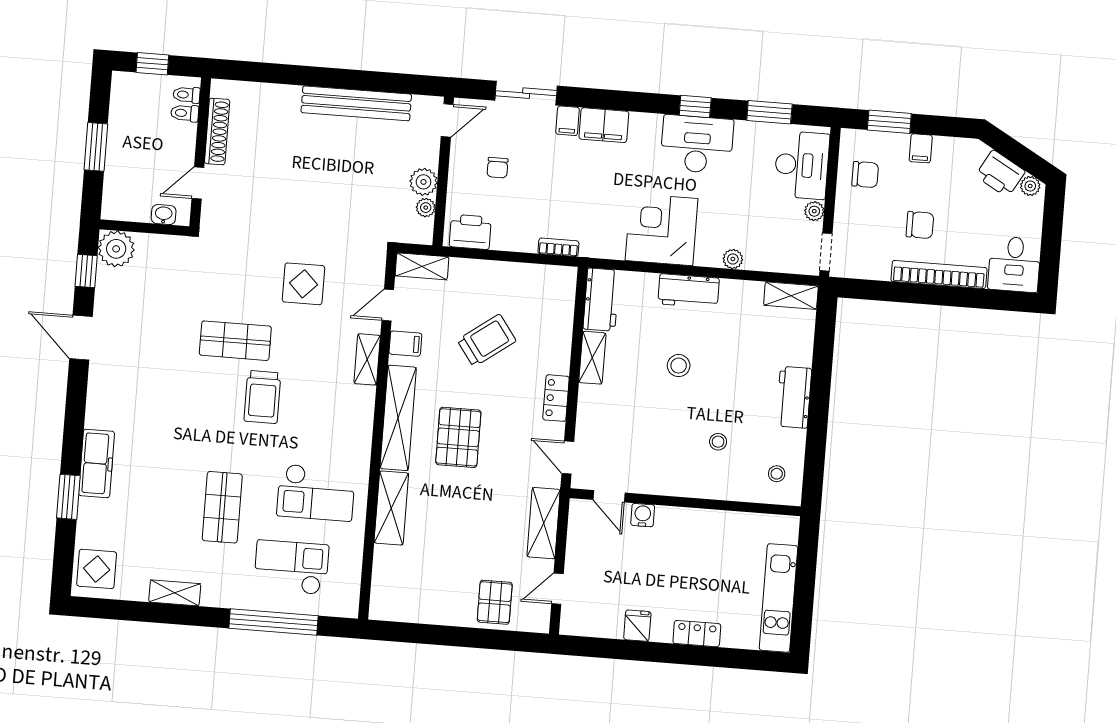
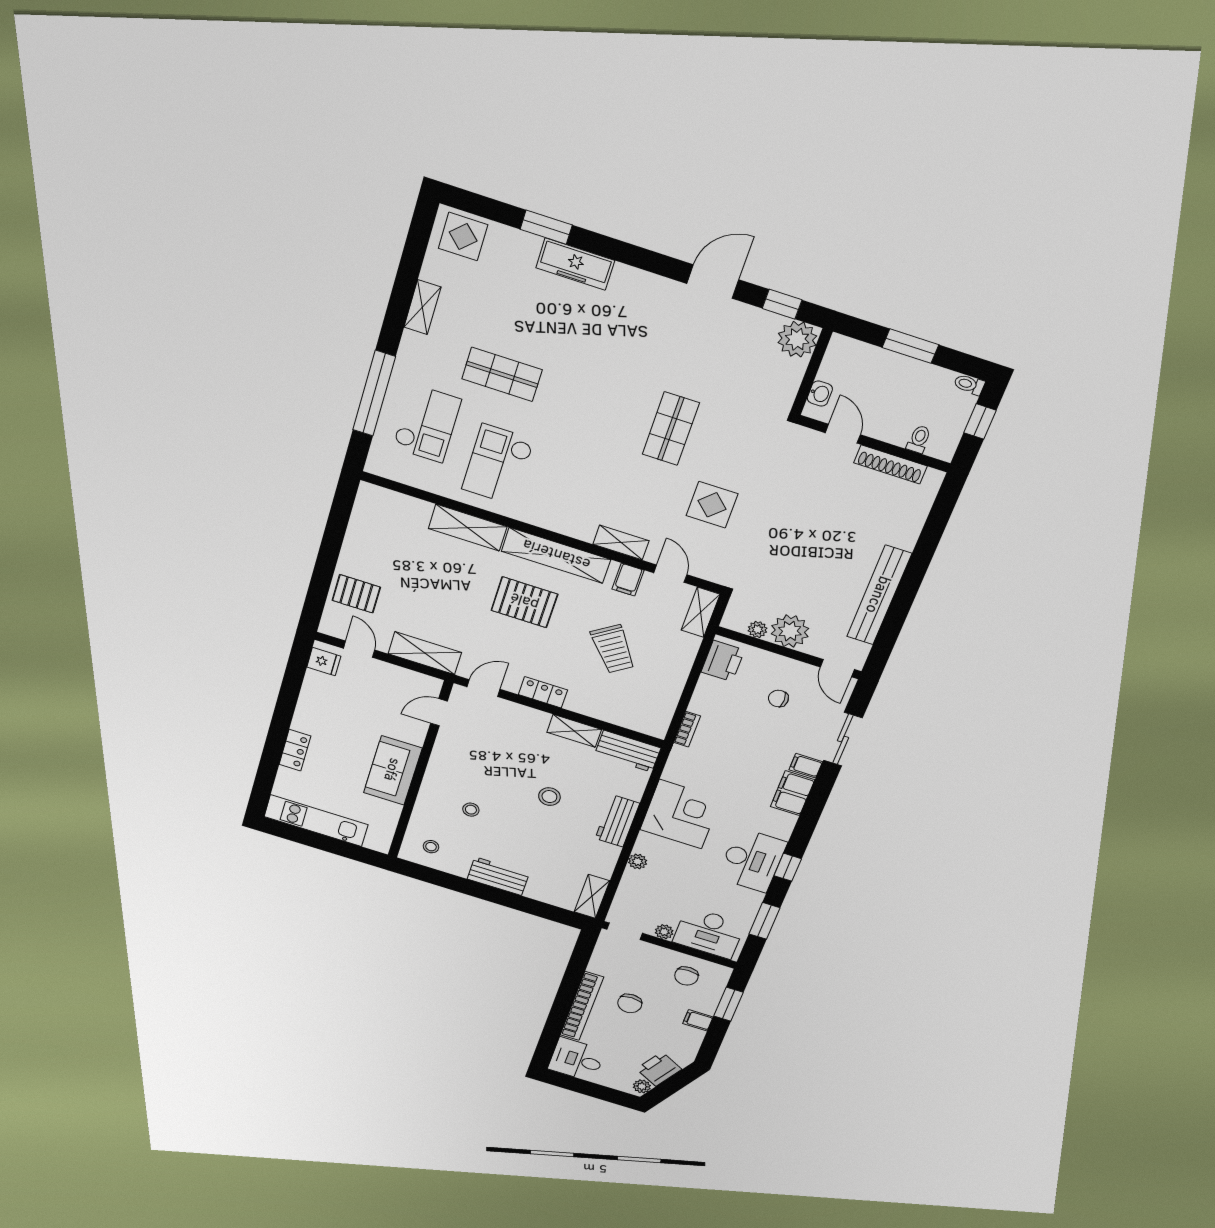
toilet: (187, 95) -> (969, 384), moved, turned -90
plant: (423, 182) -> (790, 631), width x1.36, depth x1.36
trolley: (262, 397) -> (607, 439), removed
water cooler: (643, 515) -> (415, 735), removed
sofa: (693, 530) -> (393, 770), added
fridge: (637, 626) -> (324, 662), moved

